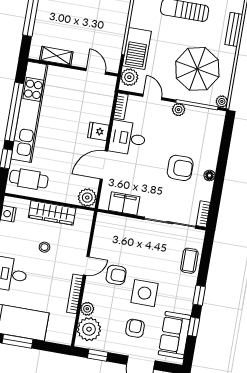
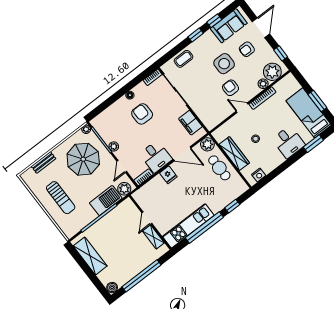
door: (96, 71) -> (147, 218), moved
kitchen unit: (29, 112) -> (188, 226), width x0.73
cafe table: (29, 179) -> (219, 168), moved

